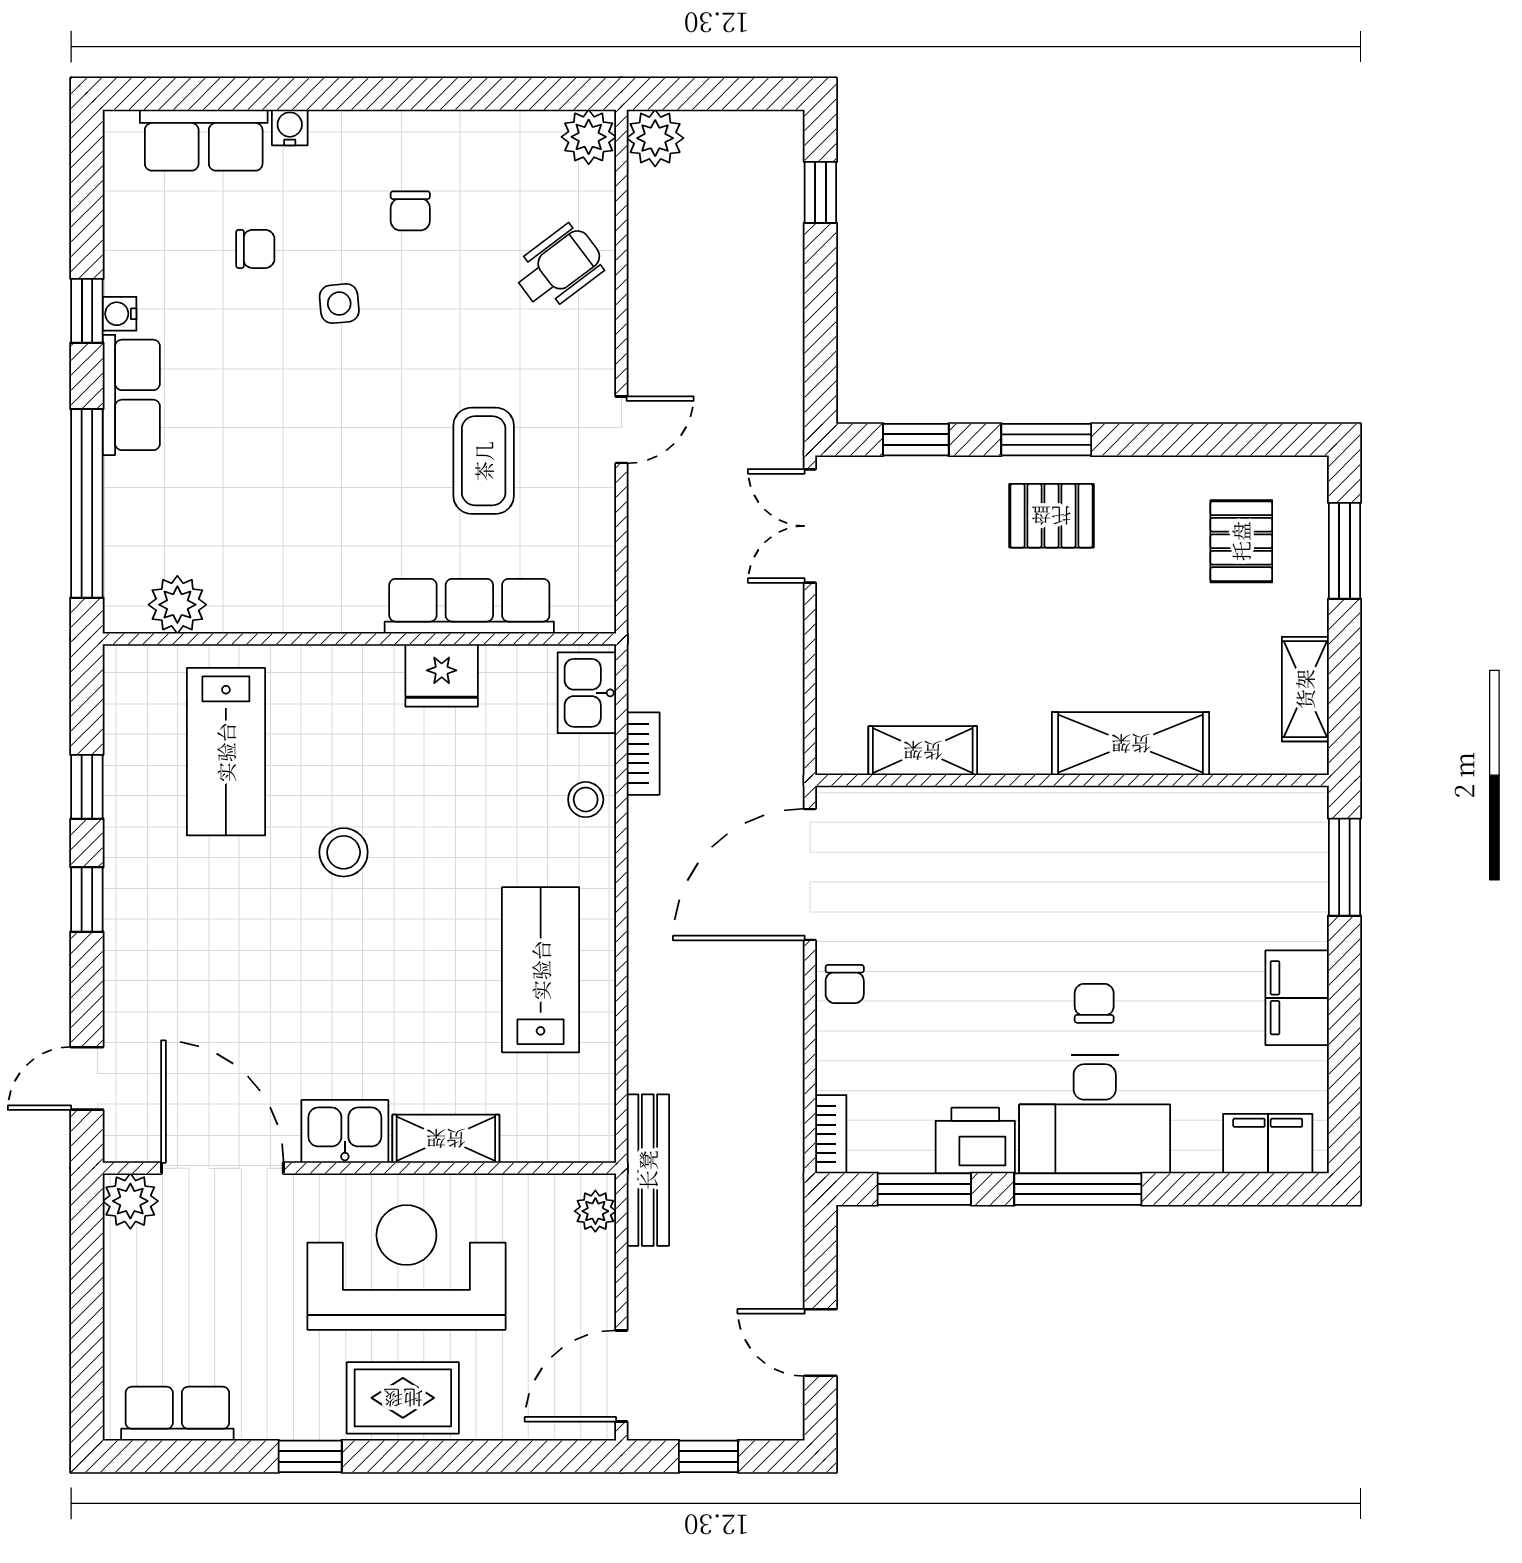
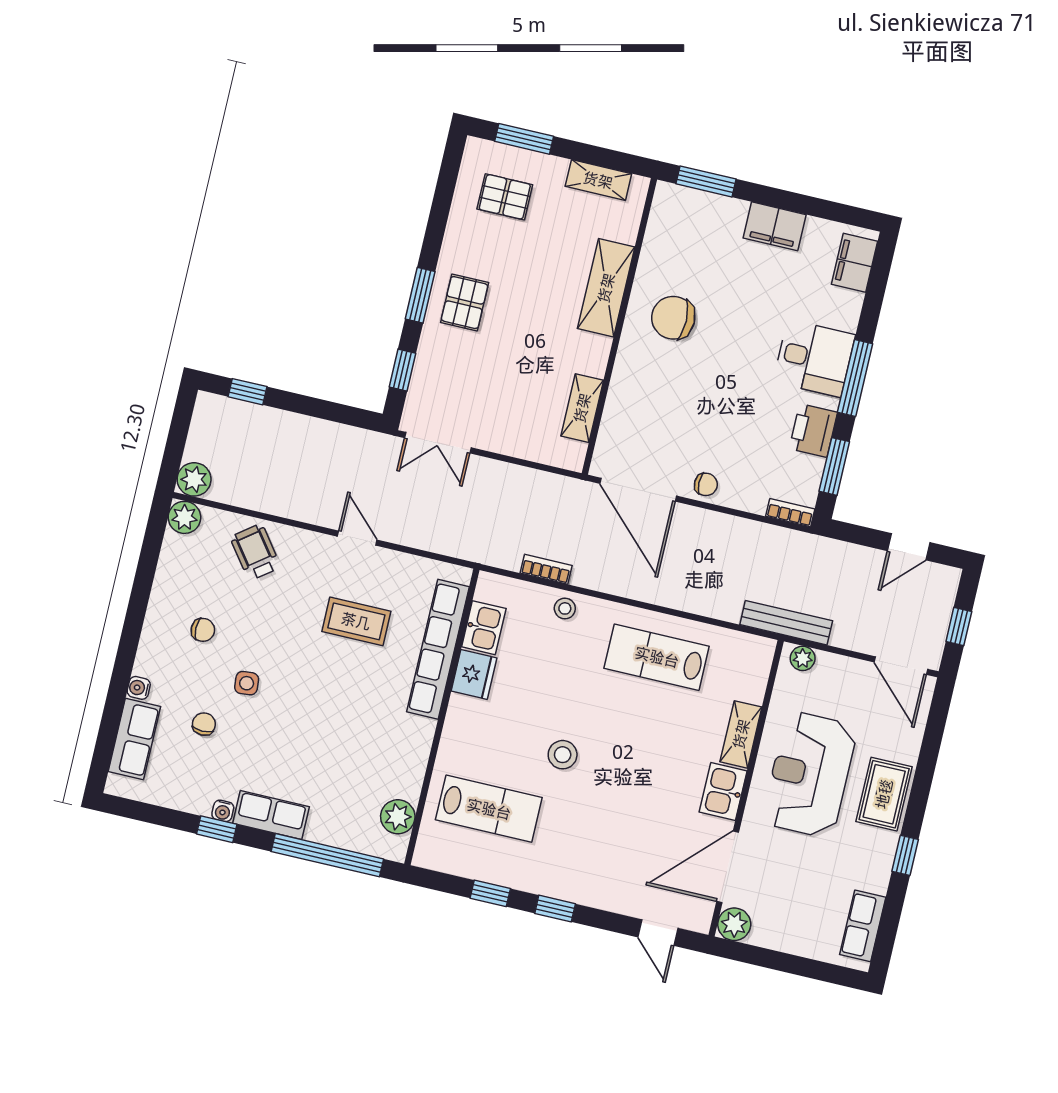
row of seats: (469, 606) -> (438, 649), width x1.36
kitchen sink: (587, 693) -> (484, 628), moved, turned -90
chair: (1094, 1003) -> (673, 318), moved, width x1.87, depth x1.87
desk: (1095, 1114) -> (814, 358), width x0.73

